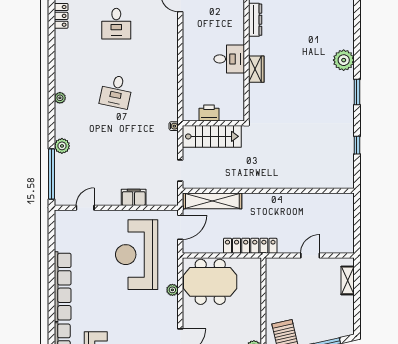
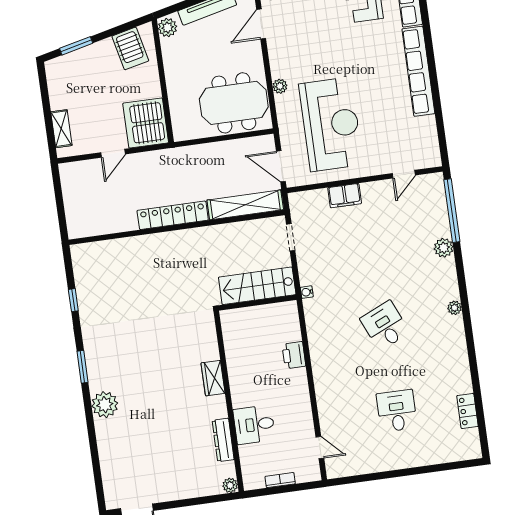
desk: (229, 59) -> (254, 425), moved
desk: (116, 92) -> (385, 325), turned -36
printer: (209, 113) -> (294, 355), moved, turned 90
door: (180, 227) -> (281, 166), hinge flipped
locker: (250, 246) -> (173, 215), moved, turned 180
server rack: (281, 276) -> (146, 123), added

